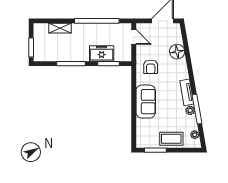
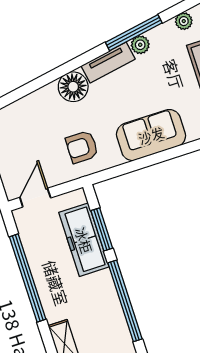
floor lamp: (177, 52) -> (73, 87), moved
freezer: (102, 53) -> (84, 240), width x1.40
window: (71, 64) -> (125, 301), width x1.46
armchair: (151, 67) -> (82, 147), turned 180

